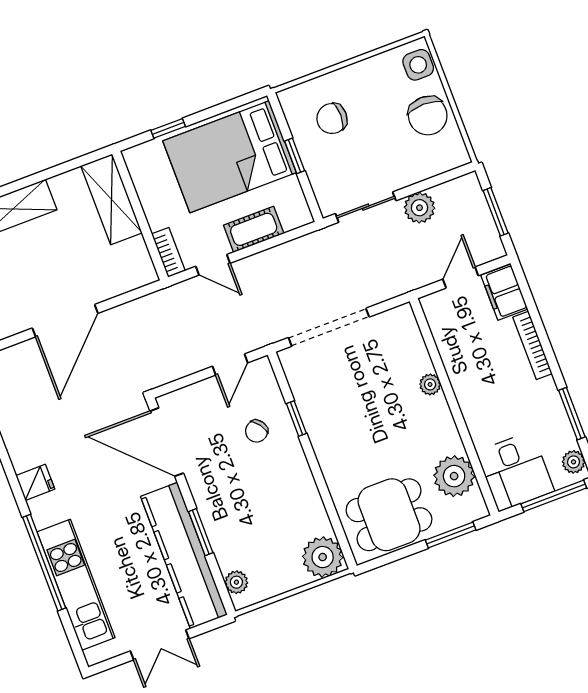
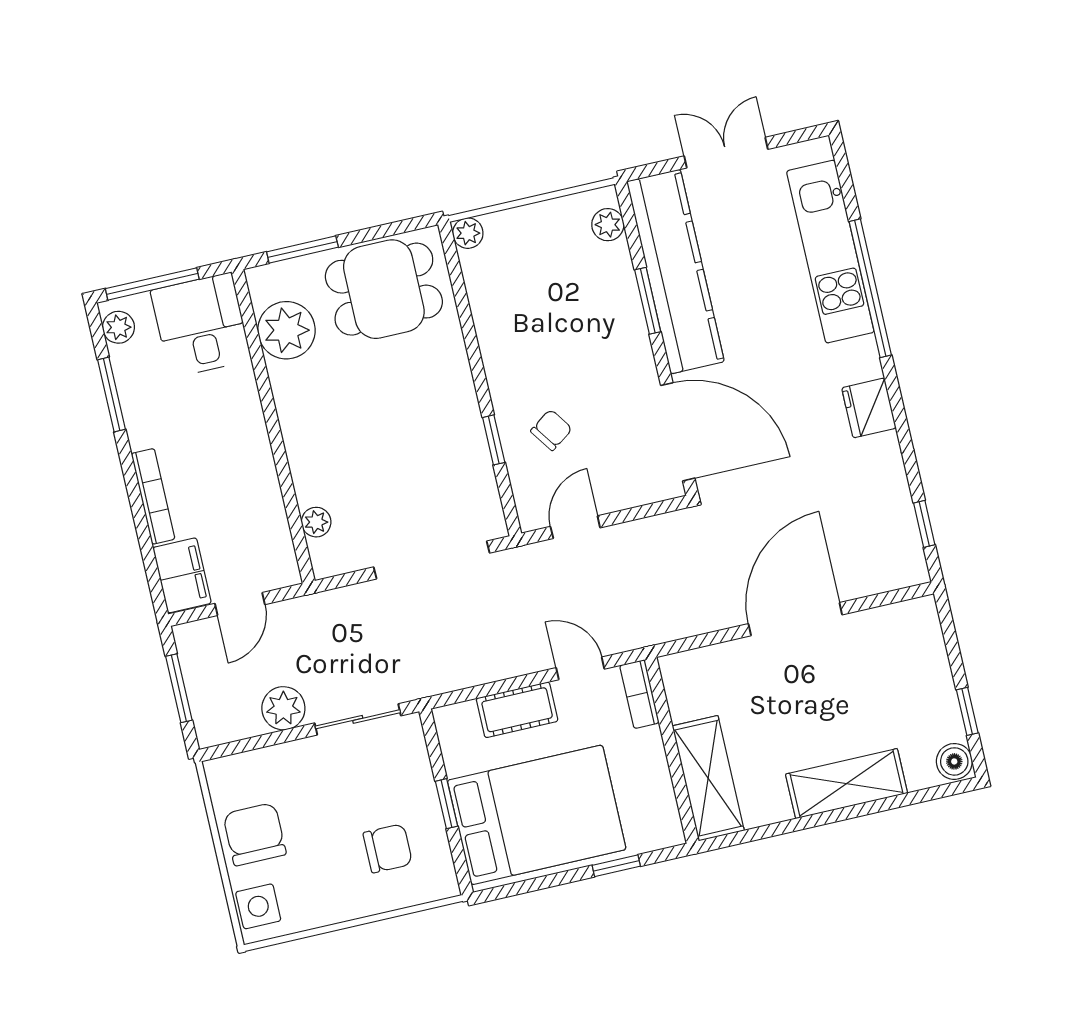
plant: (430, 384) -> (316, 522), moved
fridge: (35, 482) -> (869, 408), width x1.38
plant: (323, 557) -> (468, 233), width x0.53, depth x0.53

